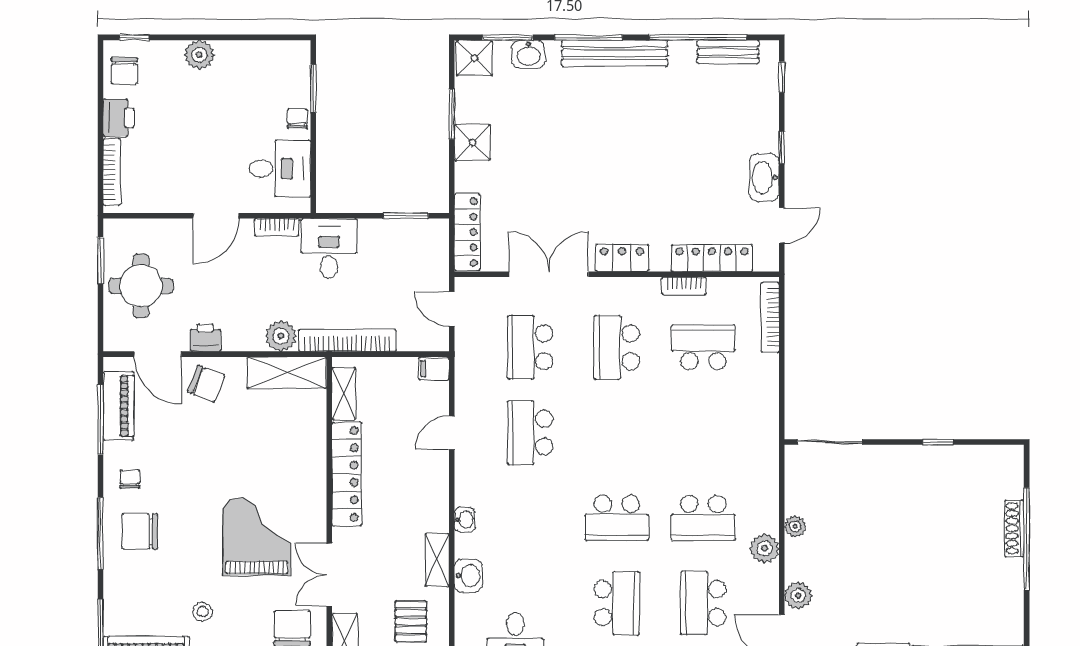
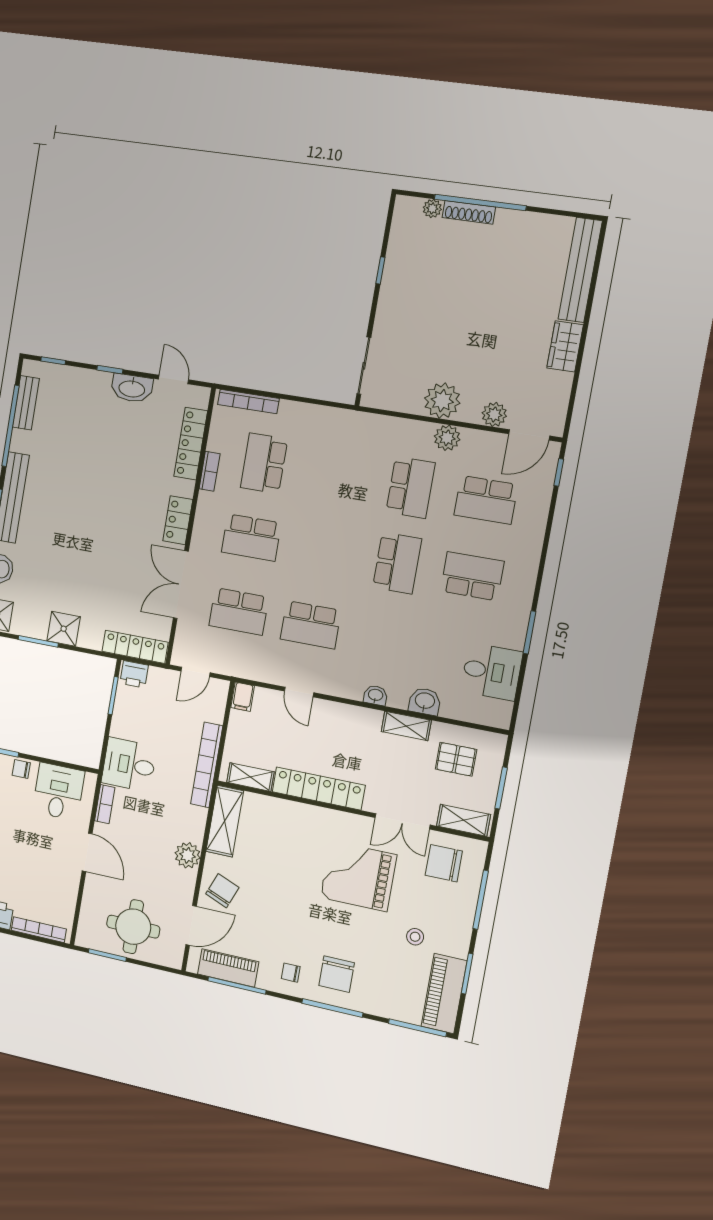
plant: (281, 336) -> (188, 855), moved
printer: (205, 338) -> (134, 674), moved, turned -90
plant: (1013, 488) -> (432, 208), added
plant: (795, 526) -> (442, 401), width x1.87, depth x1.87

